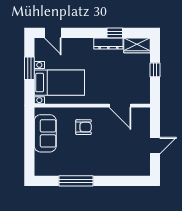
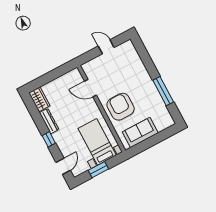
window: (115, 33) -> (49, 139), moved
window: (155, 70) -> (50, 76), removed
door: (120, 106) -> (90, 88), swing flipped
armchair: (84, 127) -> (121, 107), width x1.88, depth x1.88

